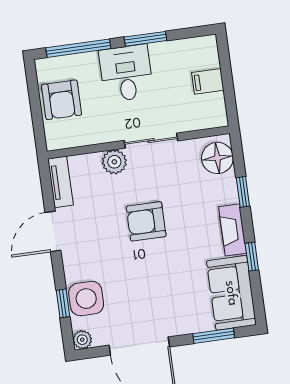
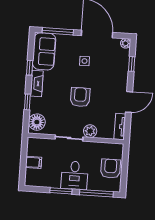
armchair: (146, 221) -> (80, 97), turned -90
side table: (86, 299) -> (84, 61), moved, width x0.54, depth x0.54
window: (214, 336) -> (58, 31), width x1.44

